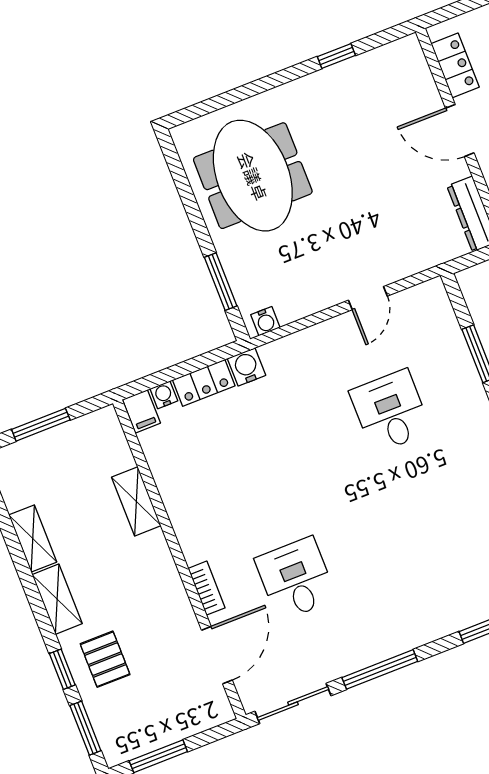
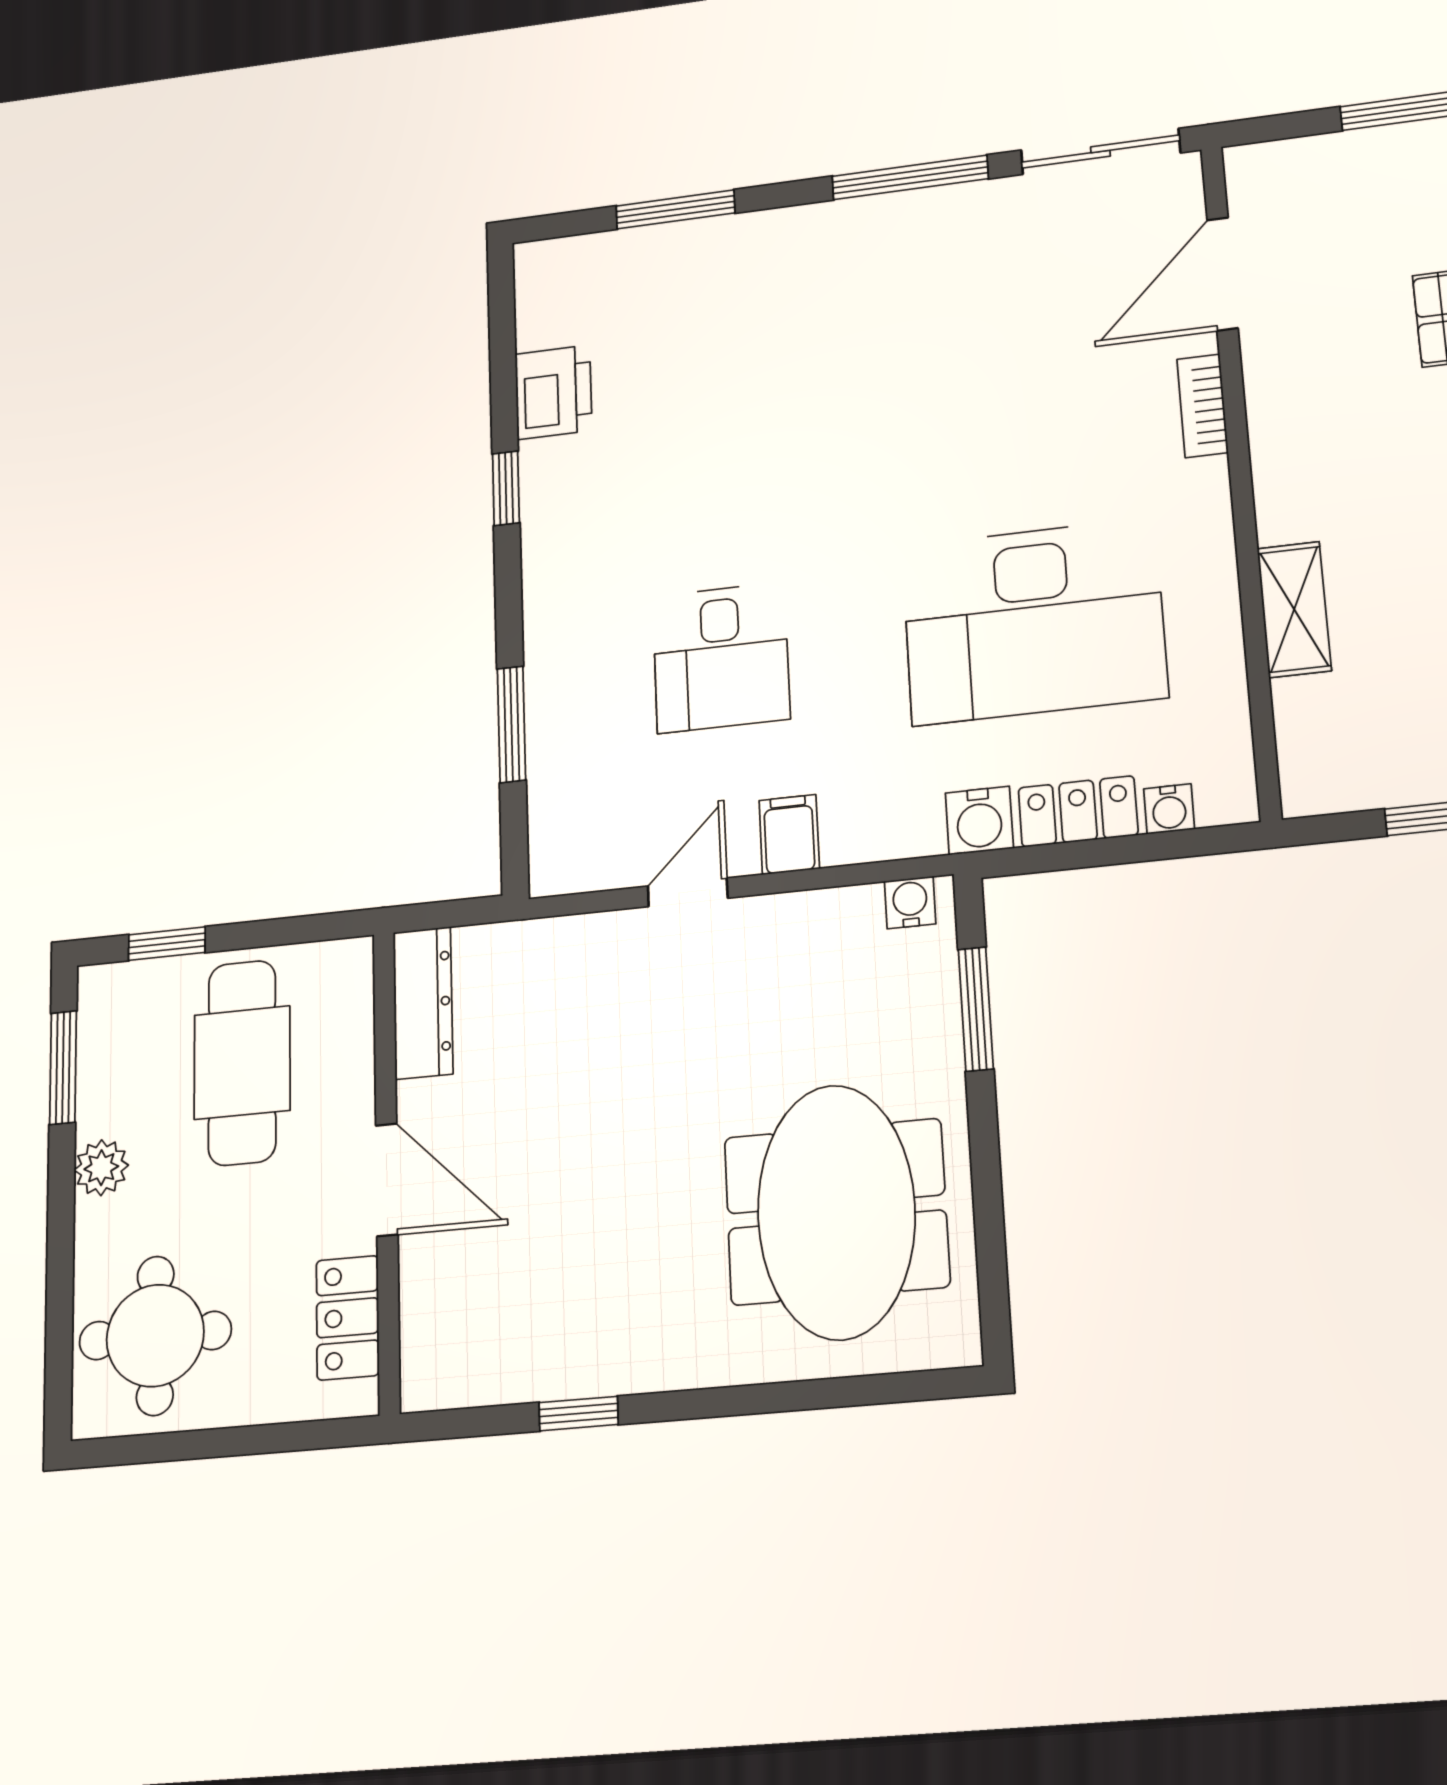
filing cabinet: (141, 411) -> (789, 834), moved
desk: (296, 579) -> (1034, 621), moved, width x1.87, depth x1.30

